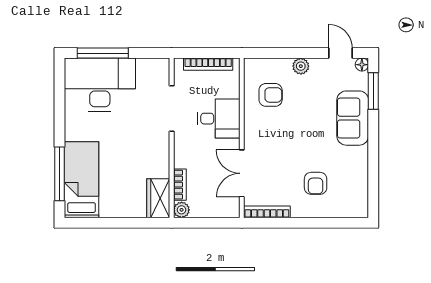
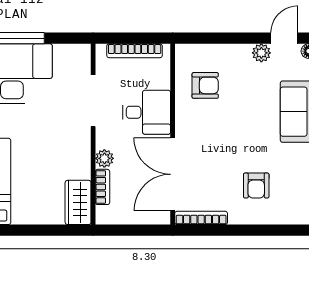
door: (340, 53) -> (284, 38), hinge flipped
plant: (301, 66) -> (261, 53), moved
double door: (242, 173) -> (173, 174), width x1.37
plant: (182, 210) -> (104, 158), moved

